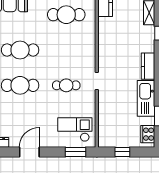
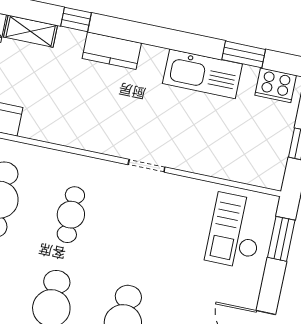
kitchen counter: (148, 66) -> (112, 51), moved
cafe table: (66, 85) -> (71, 215), moved

